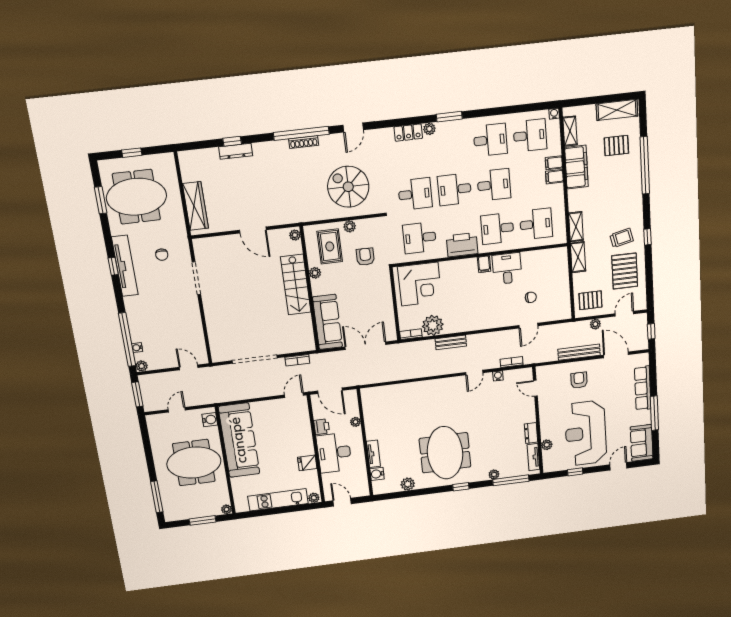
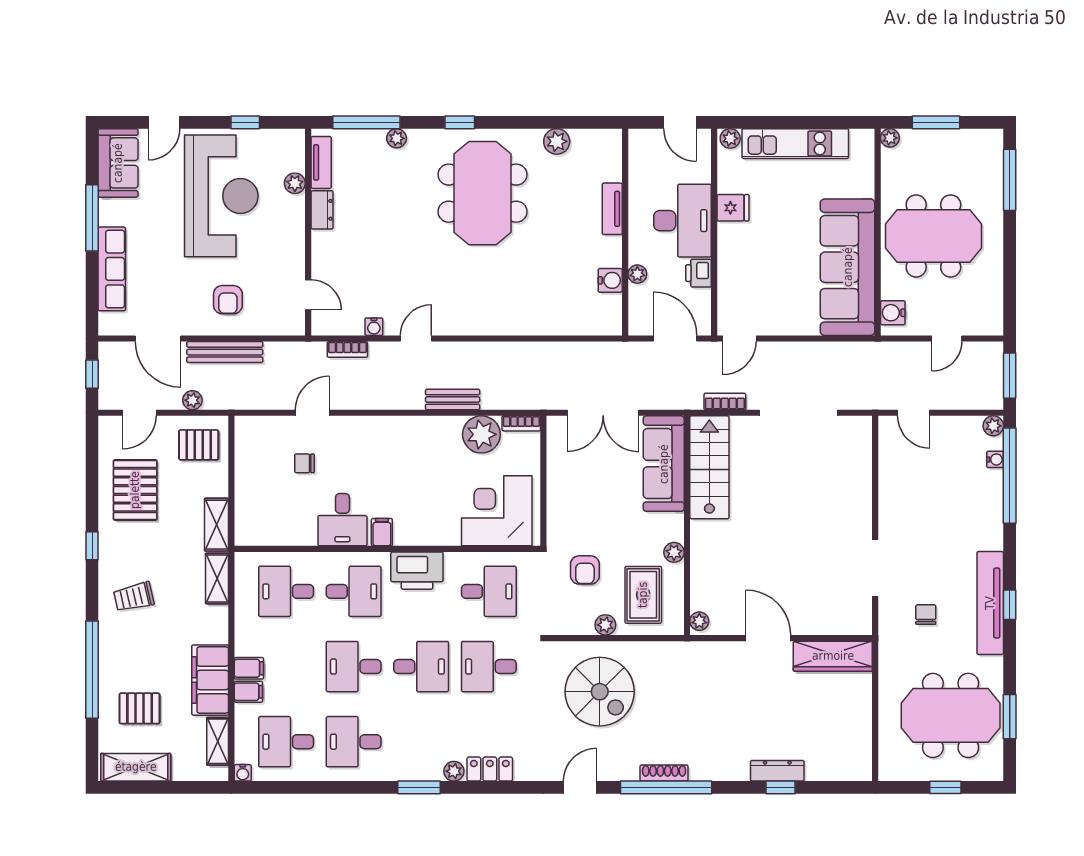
wardrobe: (195, 206) -> (833, 656), moved, turned -90
trolley: (622, 238) -> (134, 597), moved
stairs: (296, 285) -> (709, 467), moved
water cooler: (377, 474) -> (610, 280), moved

